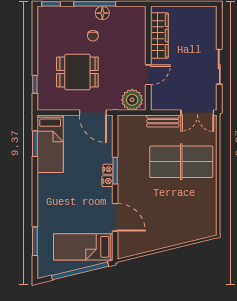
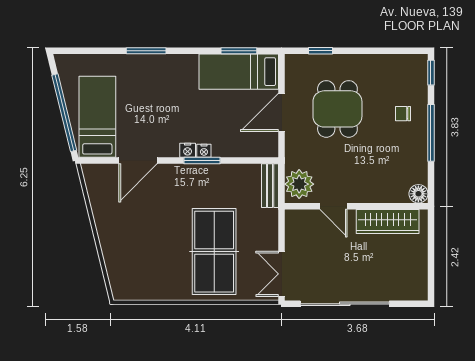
floor lamp: (102, 13) -> (418, 194), moved
chair: (93, 36) -> (403, 114), moved
sliding door: (219, 67) -> (345, 304), width x1.86
door: (93, 113) -> (282, 112), moved
bench: (163, 121) -> (270, 186), moved
window: (35, 241) -> (146, 51), moved

